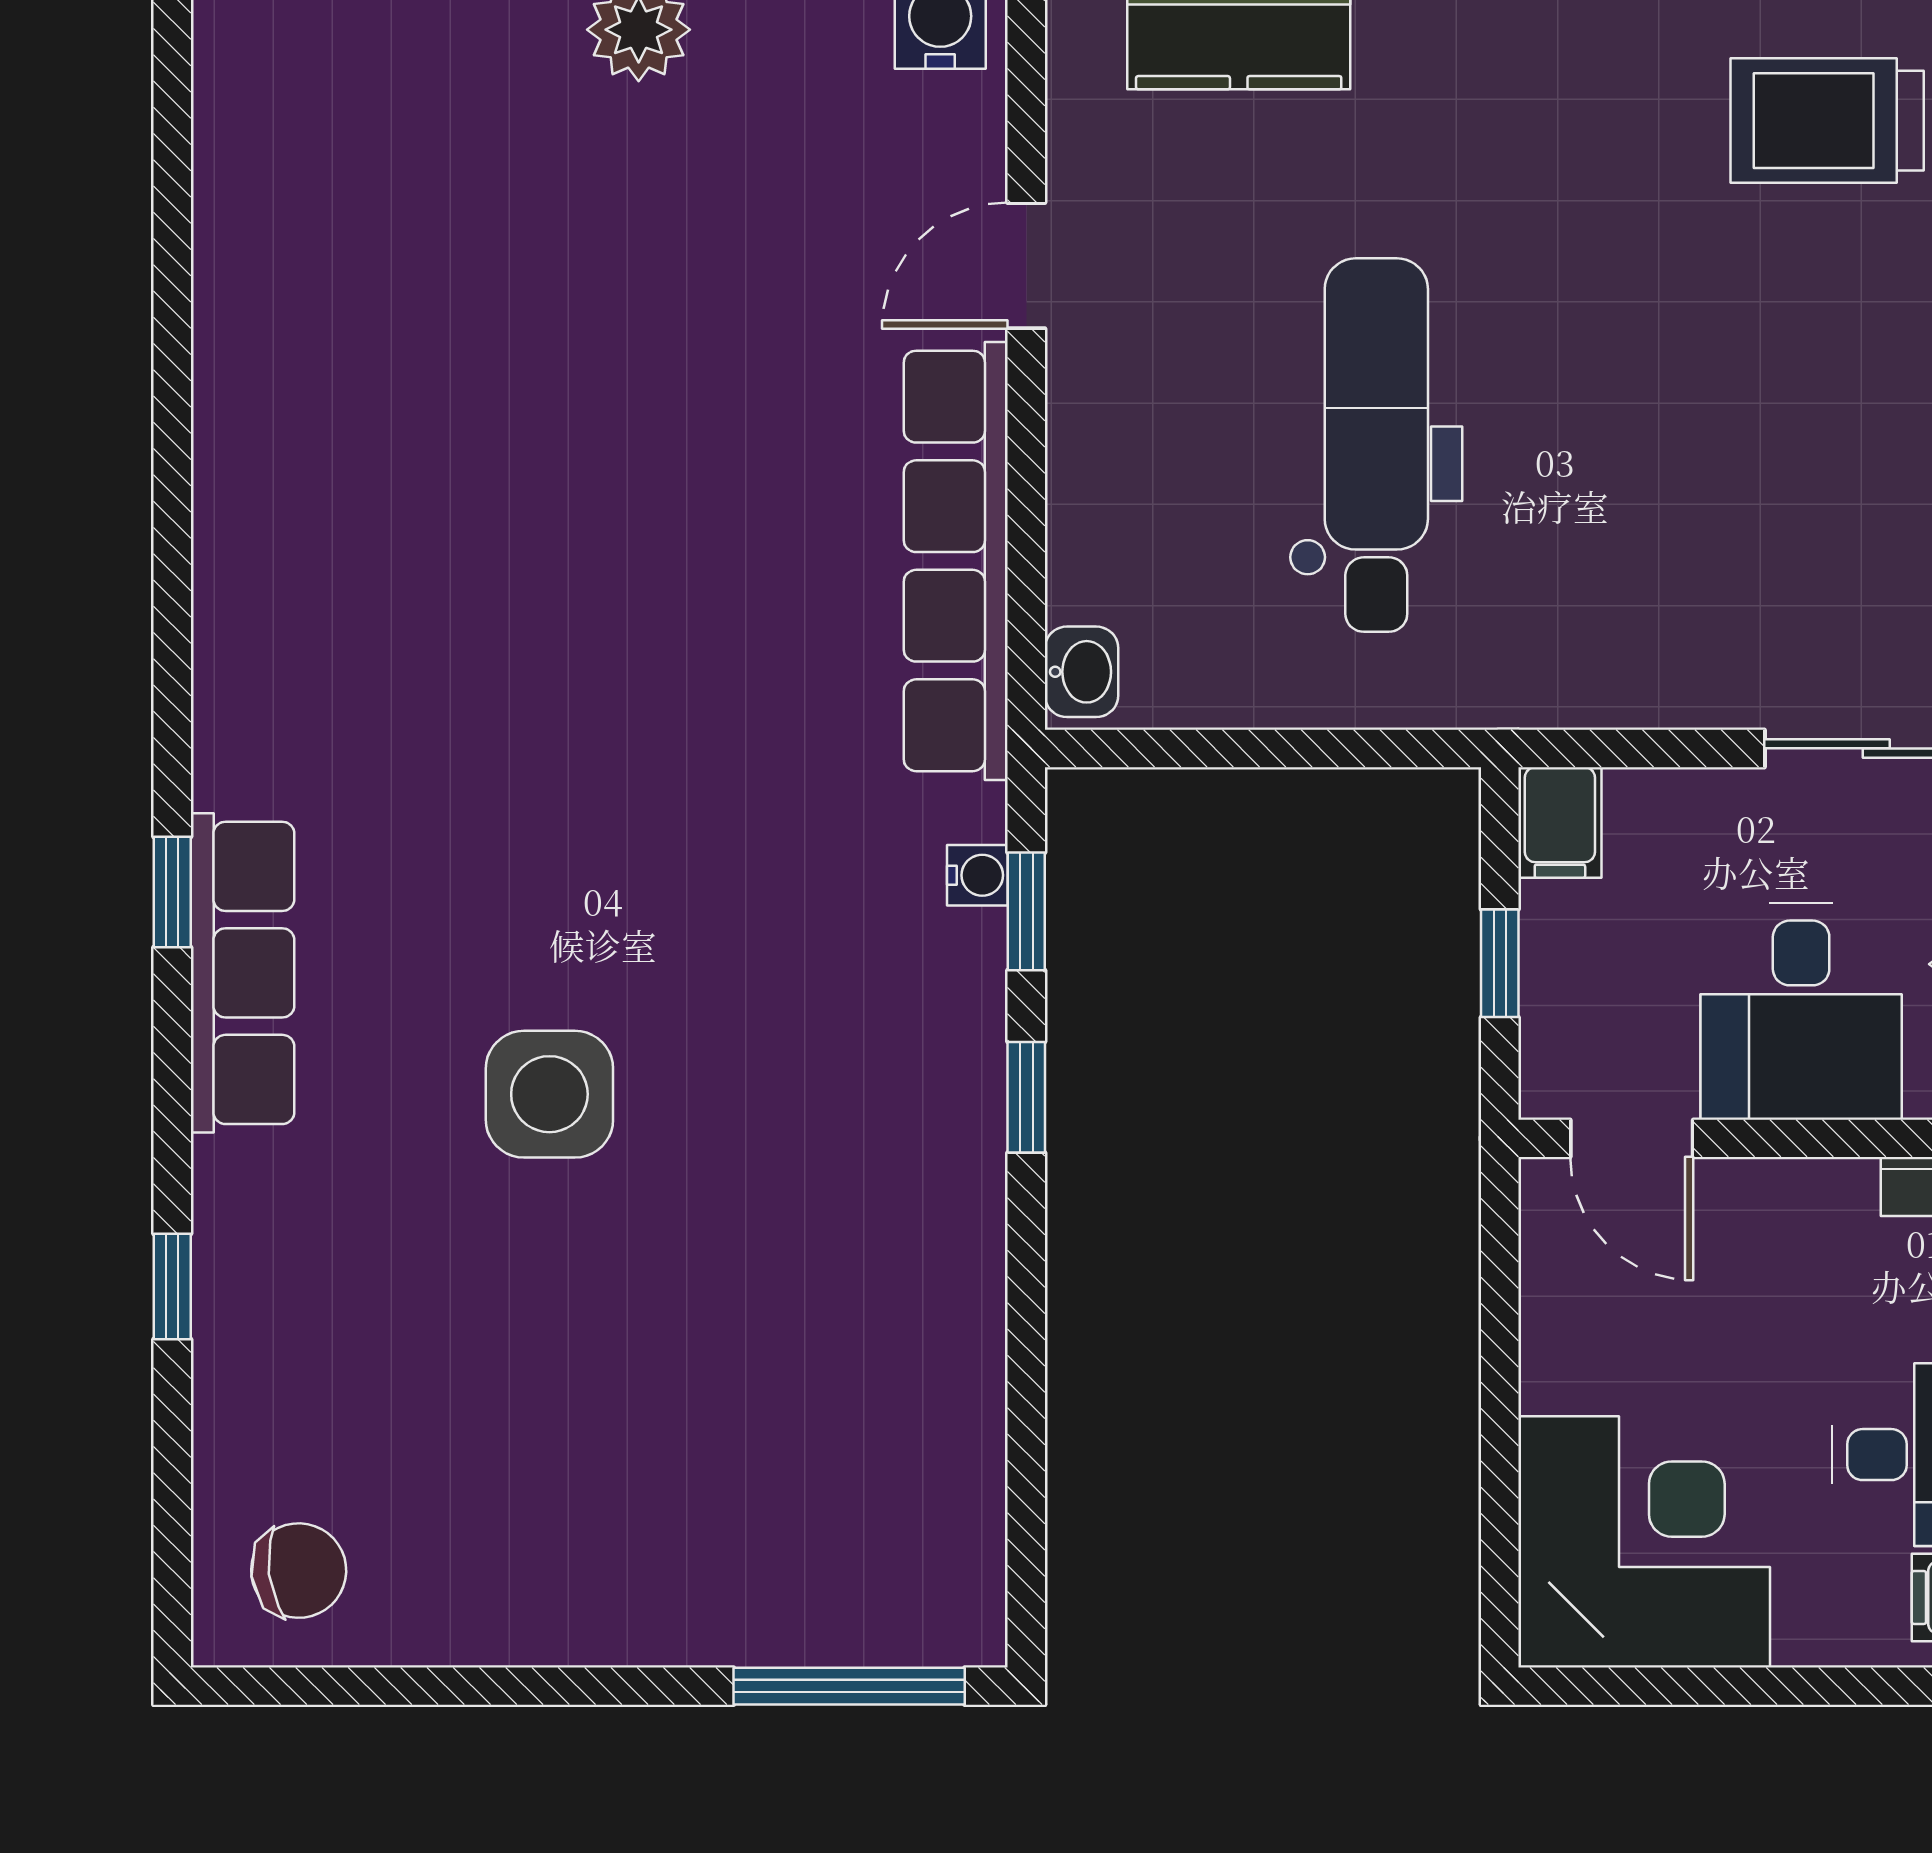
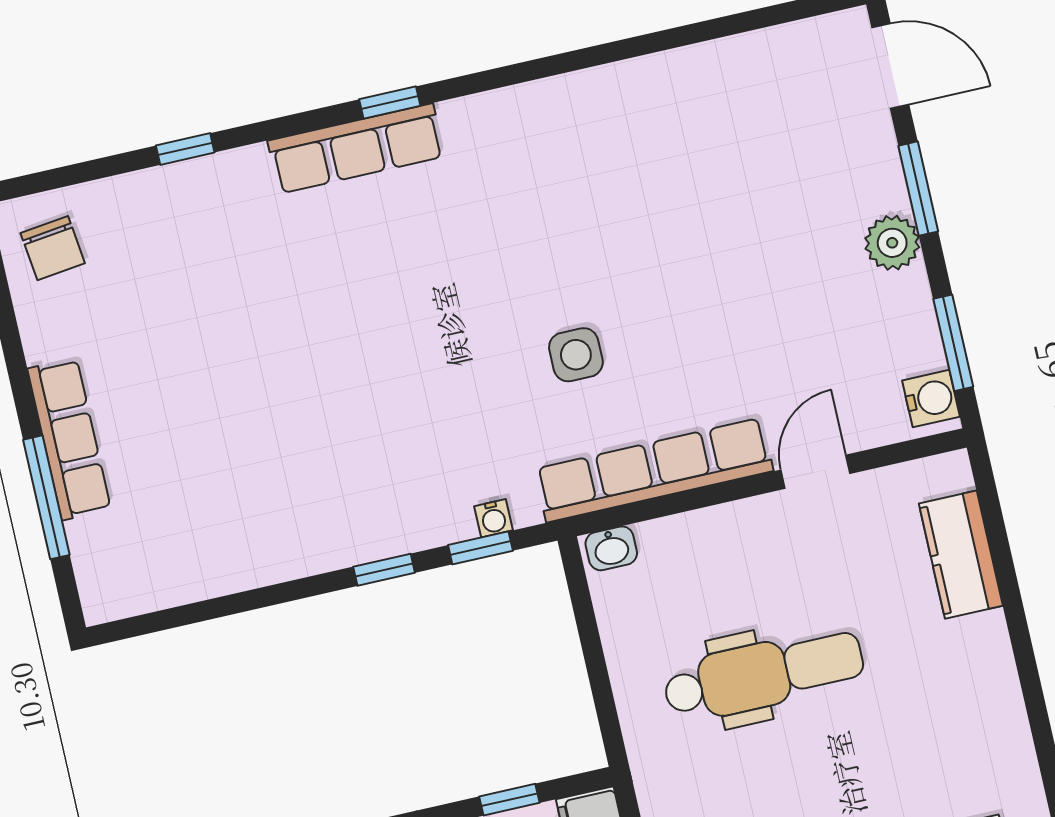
door: (1026, 266) -> (815, 472), hinge flipped
side table: (549, 1094) -> (576, 355), moved, width x0.73, depth x0.73
row of seats: (655, 1620) -> (69, 439), added
window: (849, 1686) -> (46, 497), moved

